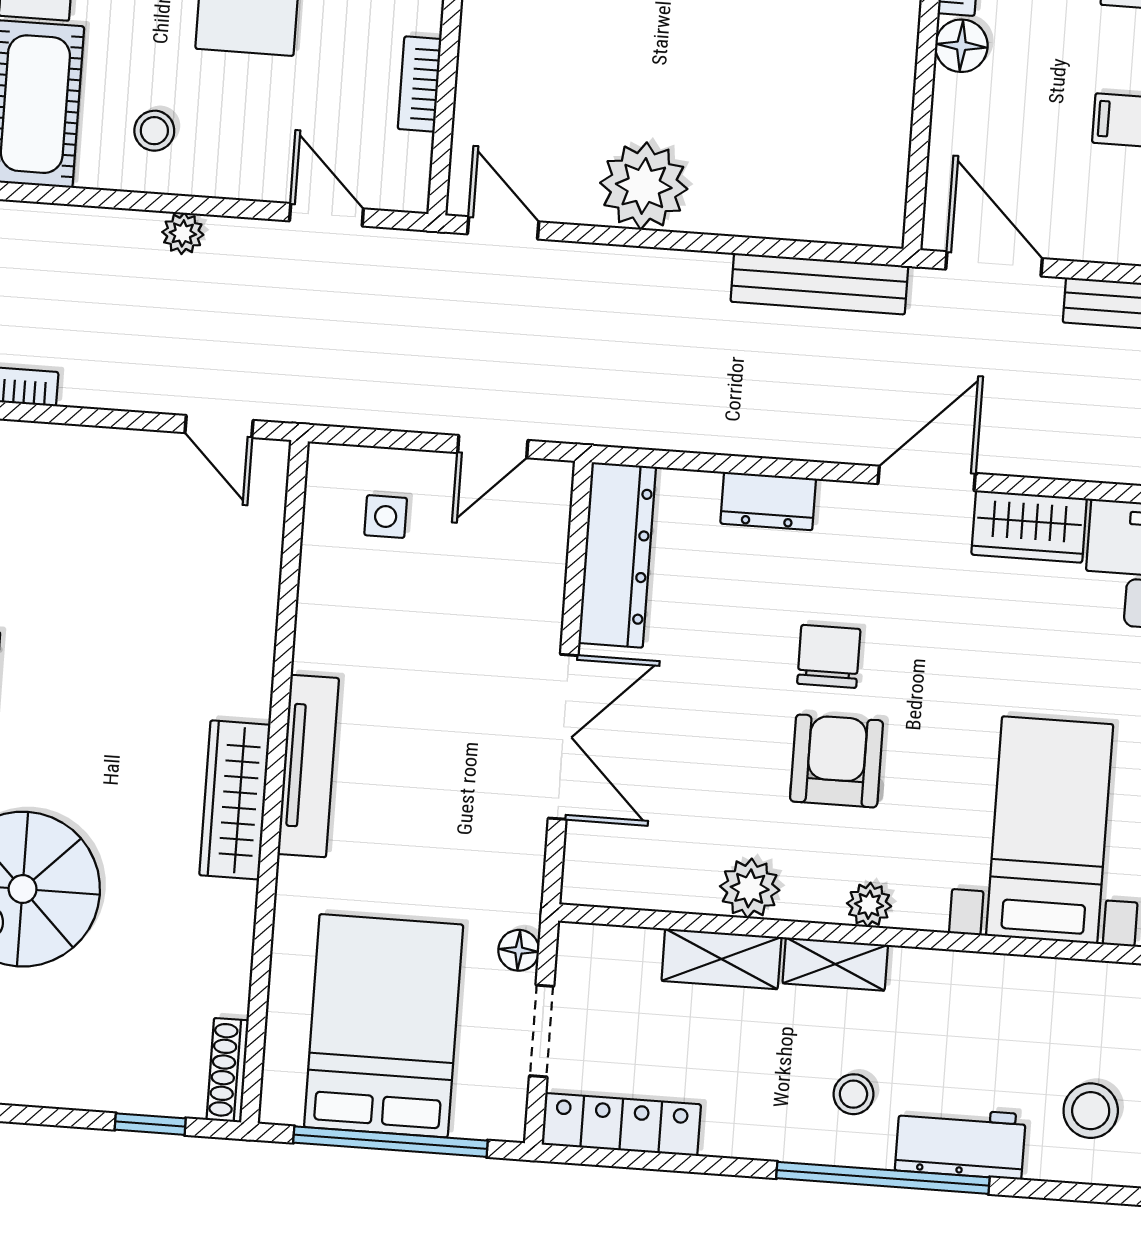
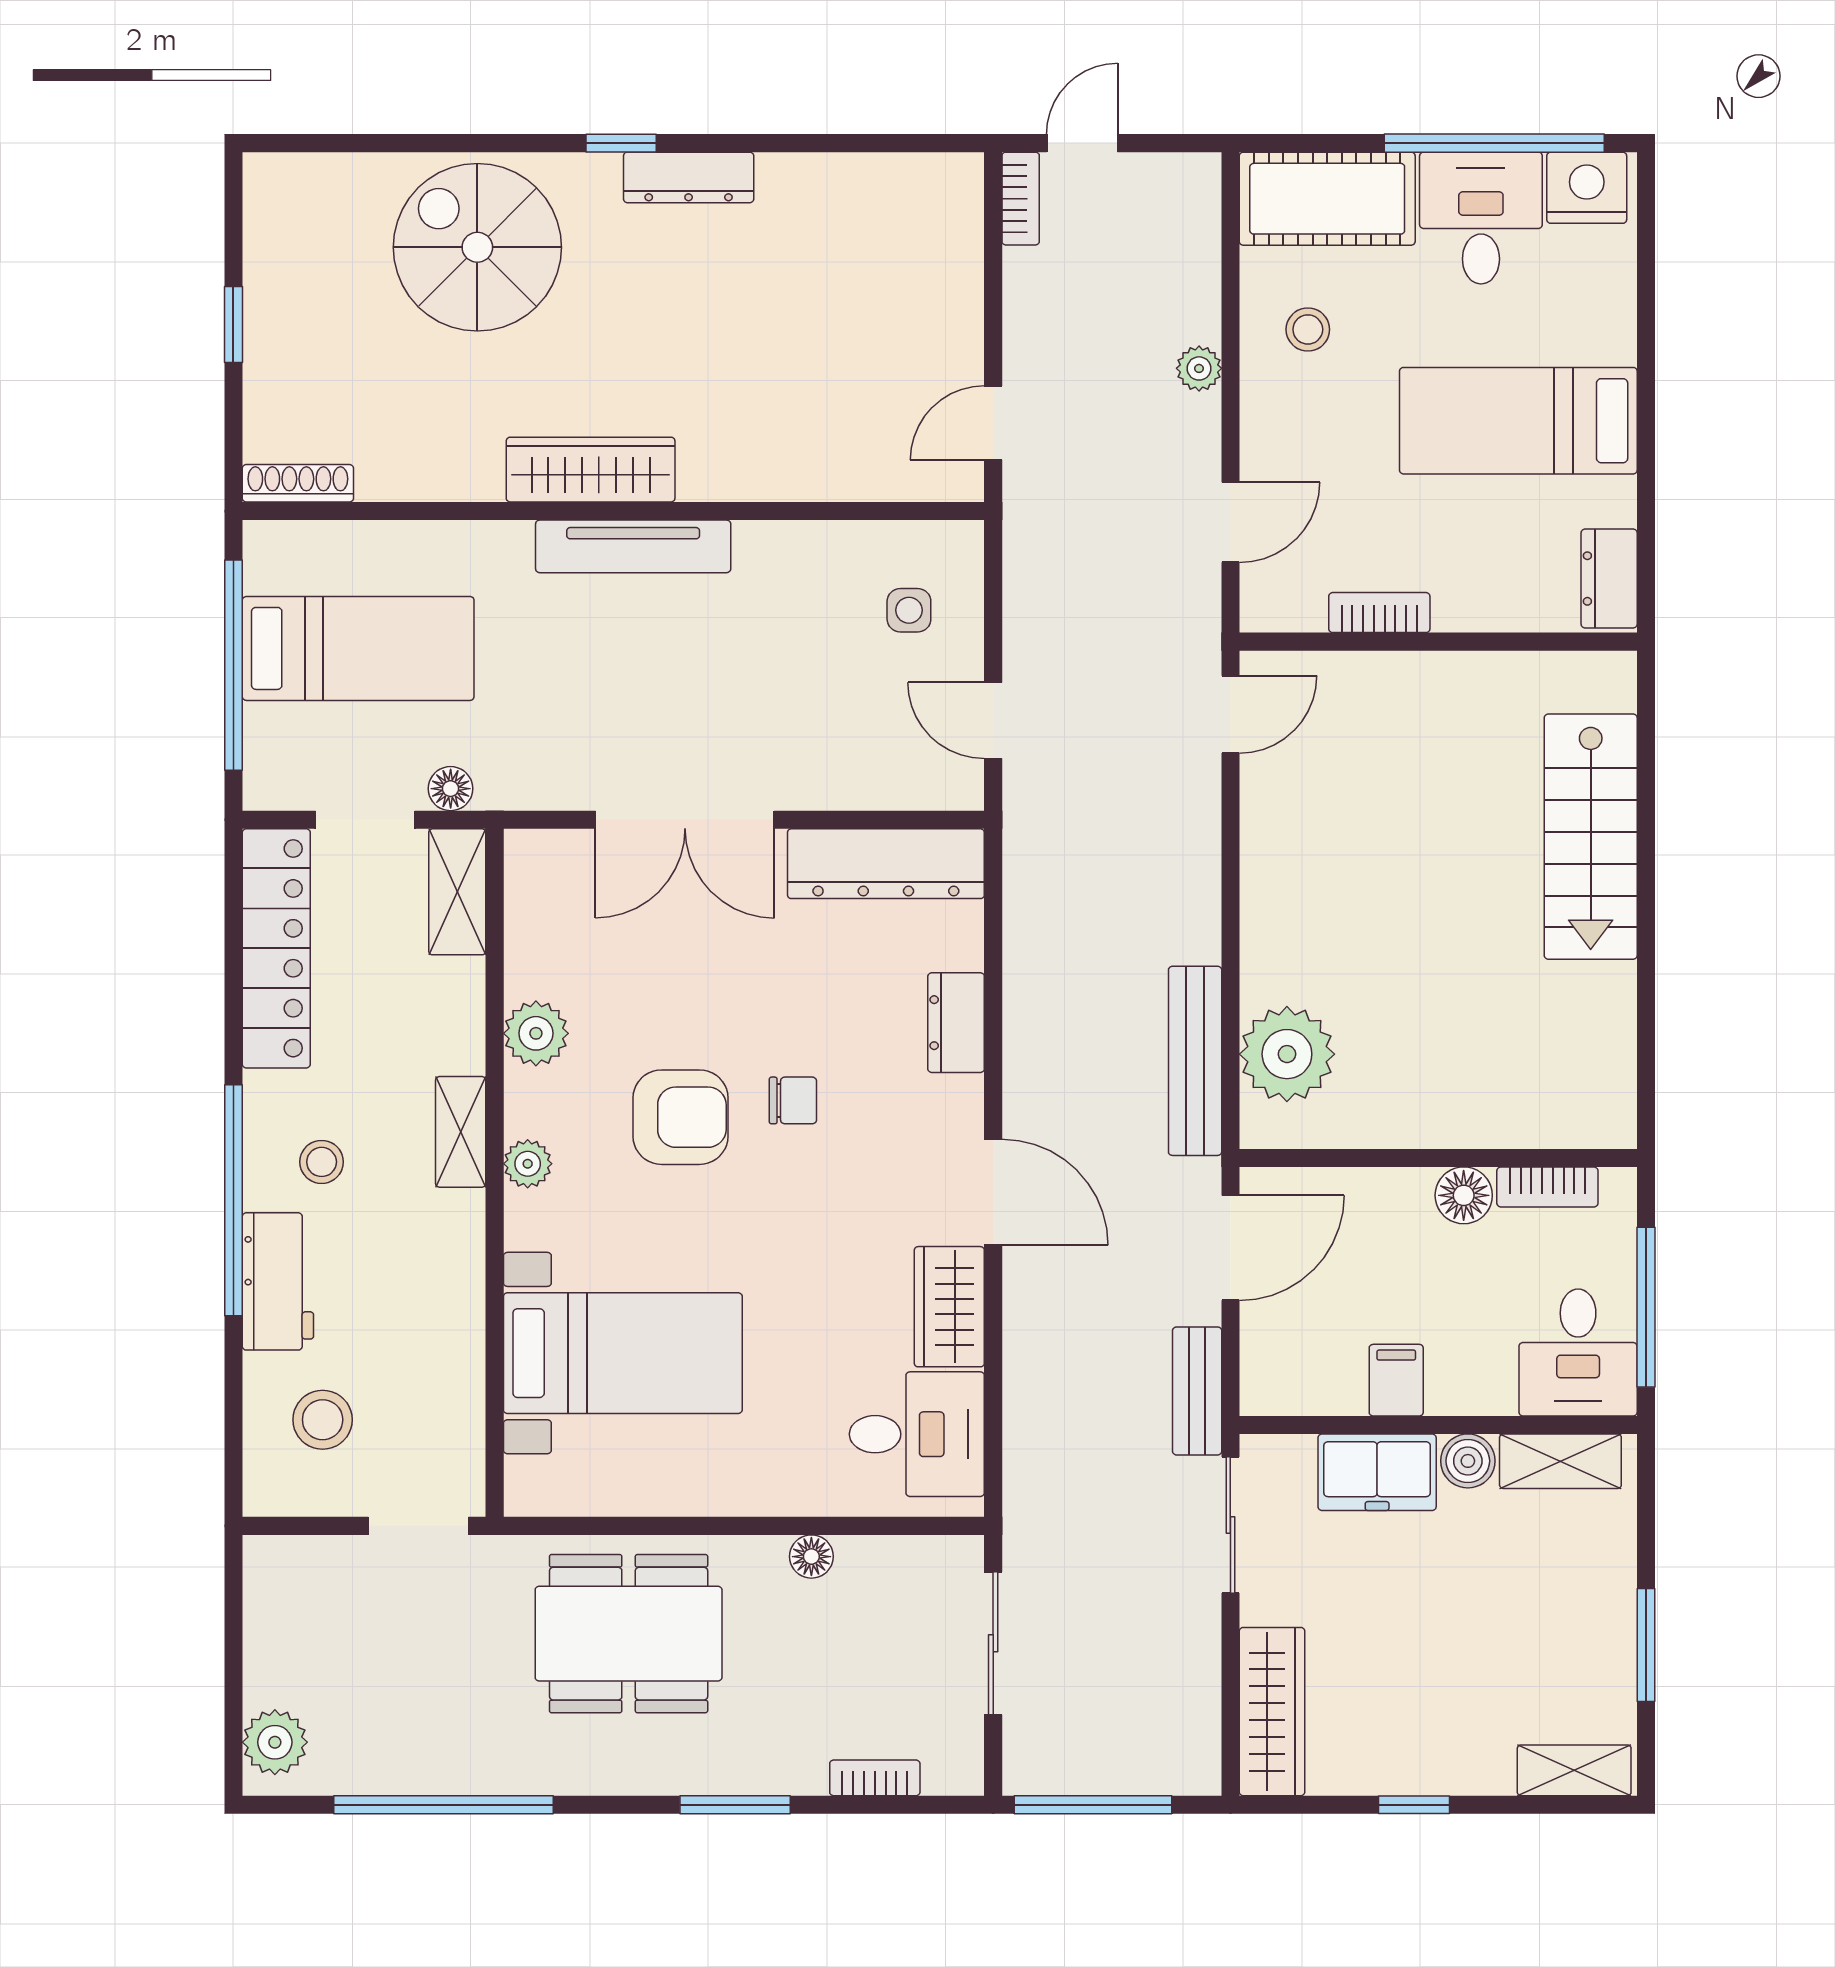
plant: (644, 186) -> (1287, 1054), moved
chair: (829, 656) -> (793, 1100), width x0.73, depth x0.73
shelving: (721, 959) -> (457, 892), moved
bed: (384, 1026) -> (358, 648), width x0.67
window: (150, 1124) -> (233, 324), moved
locker: (621, 1124) -> (276, 948), width x1.41, depth x1.21

